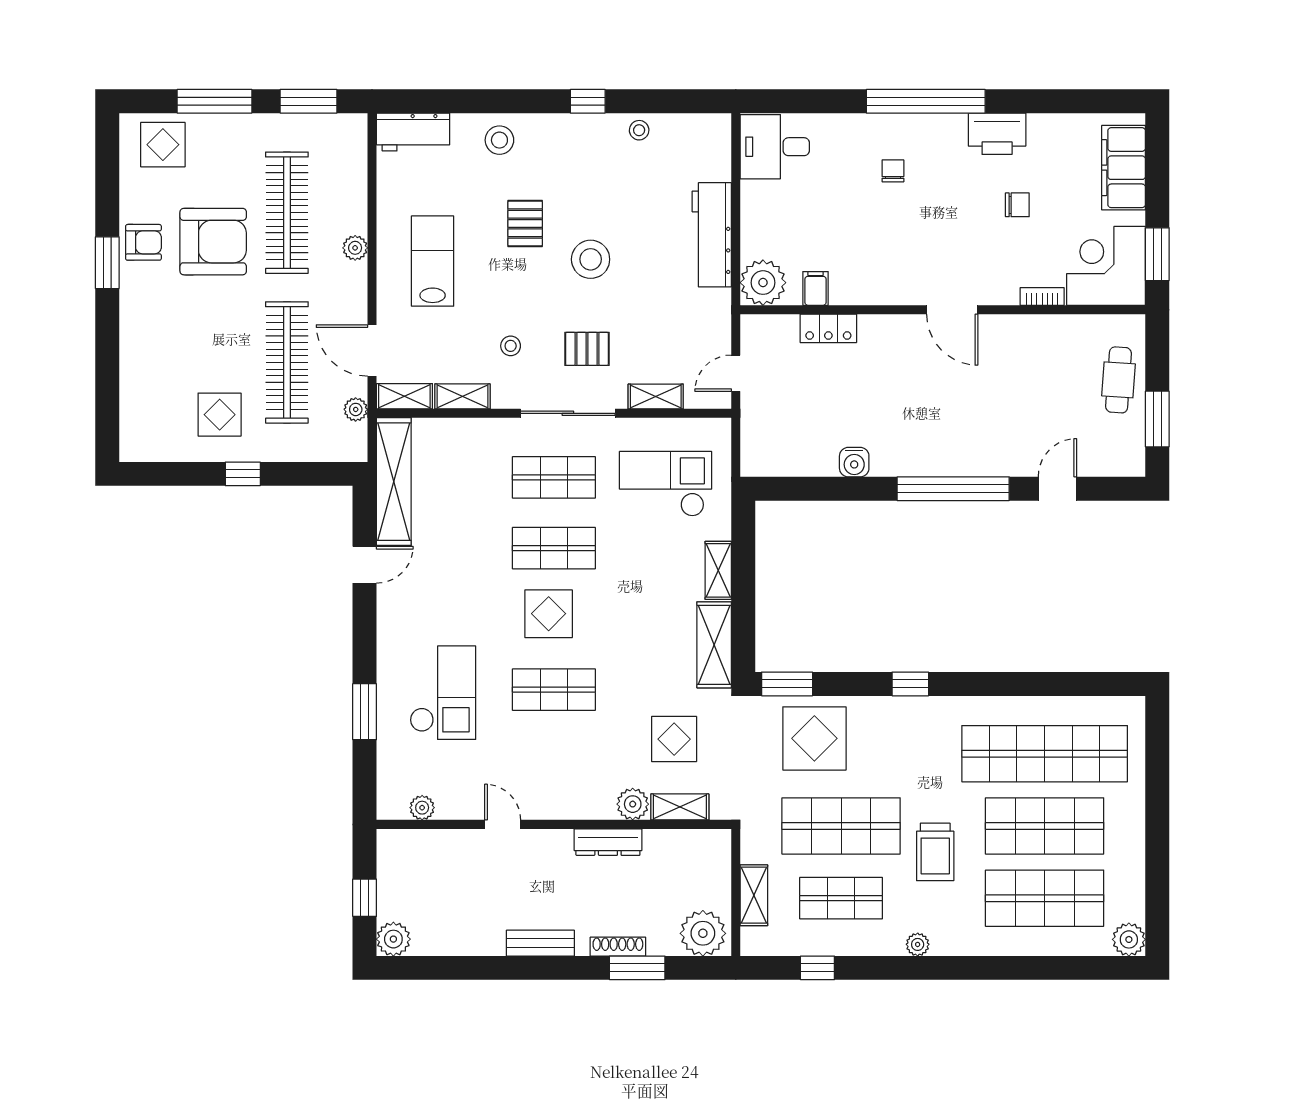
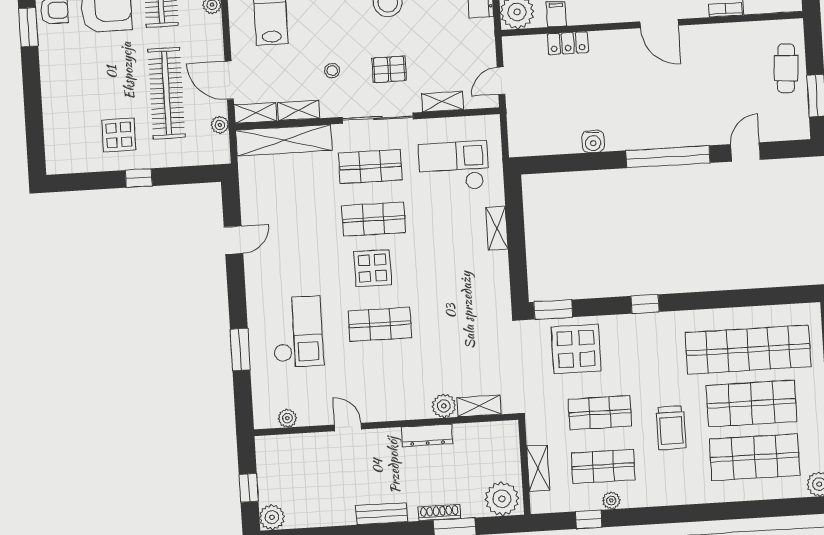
shelving: (394, 482) -> (284, 140), moved, turned 90
shelving: (714, 645) -> (497, 284), removed
display table: (674, 739) -> (472, 356), removed
shop shelf: (841, 826) -> (600, 413), width x0.70, depth x0.74
plant: (918, 944) -> (611, 501), moved

